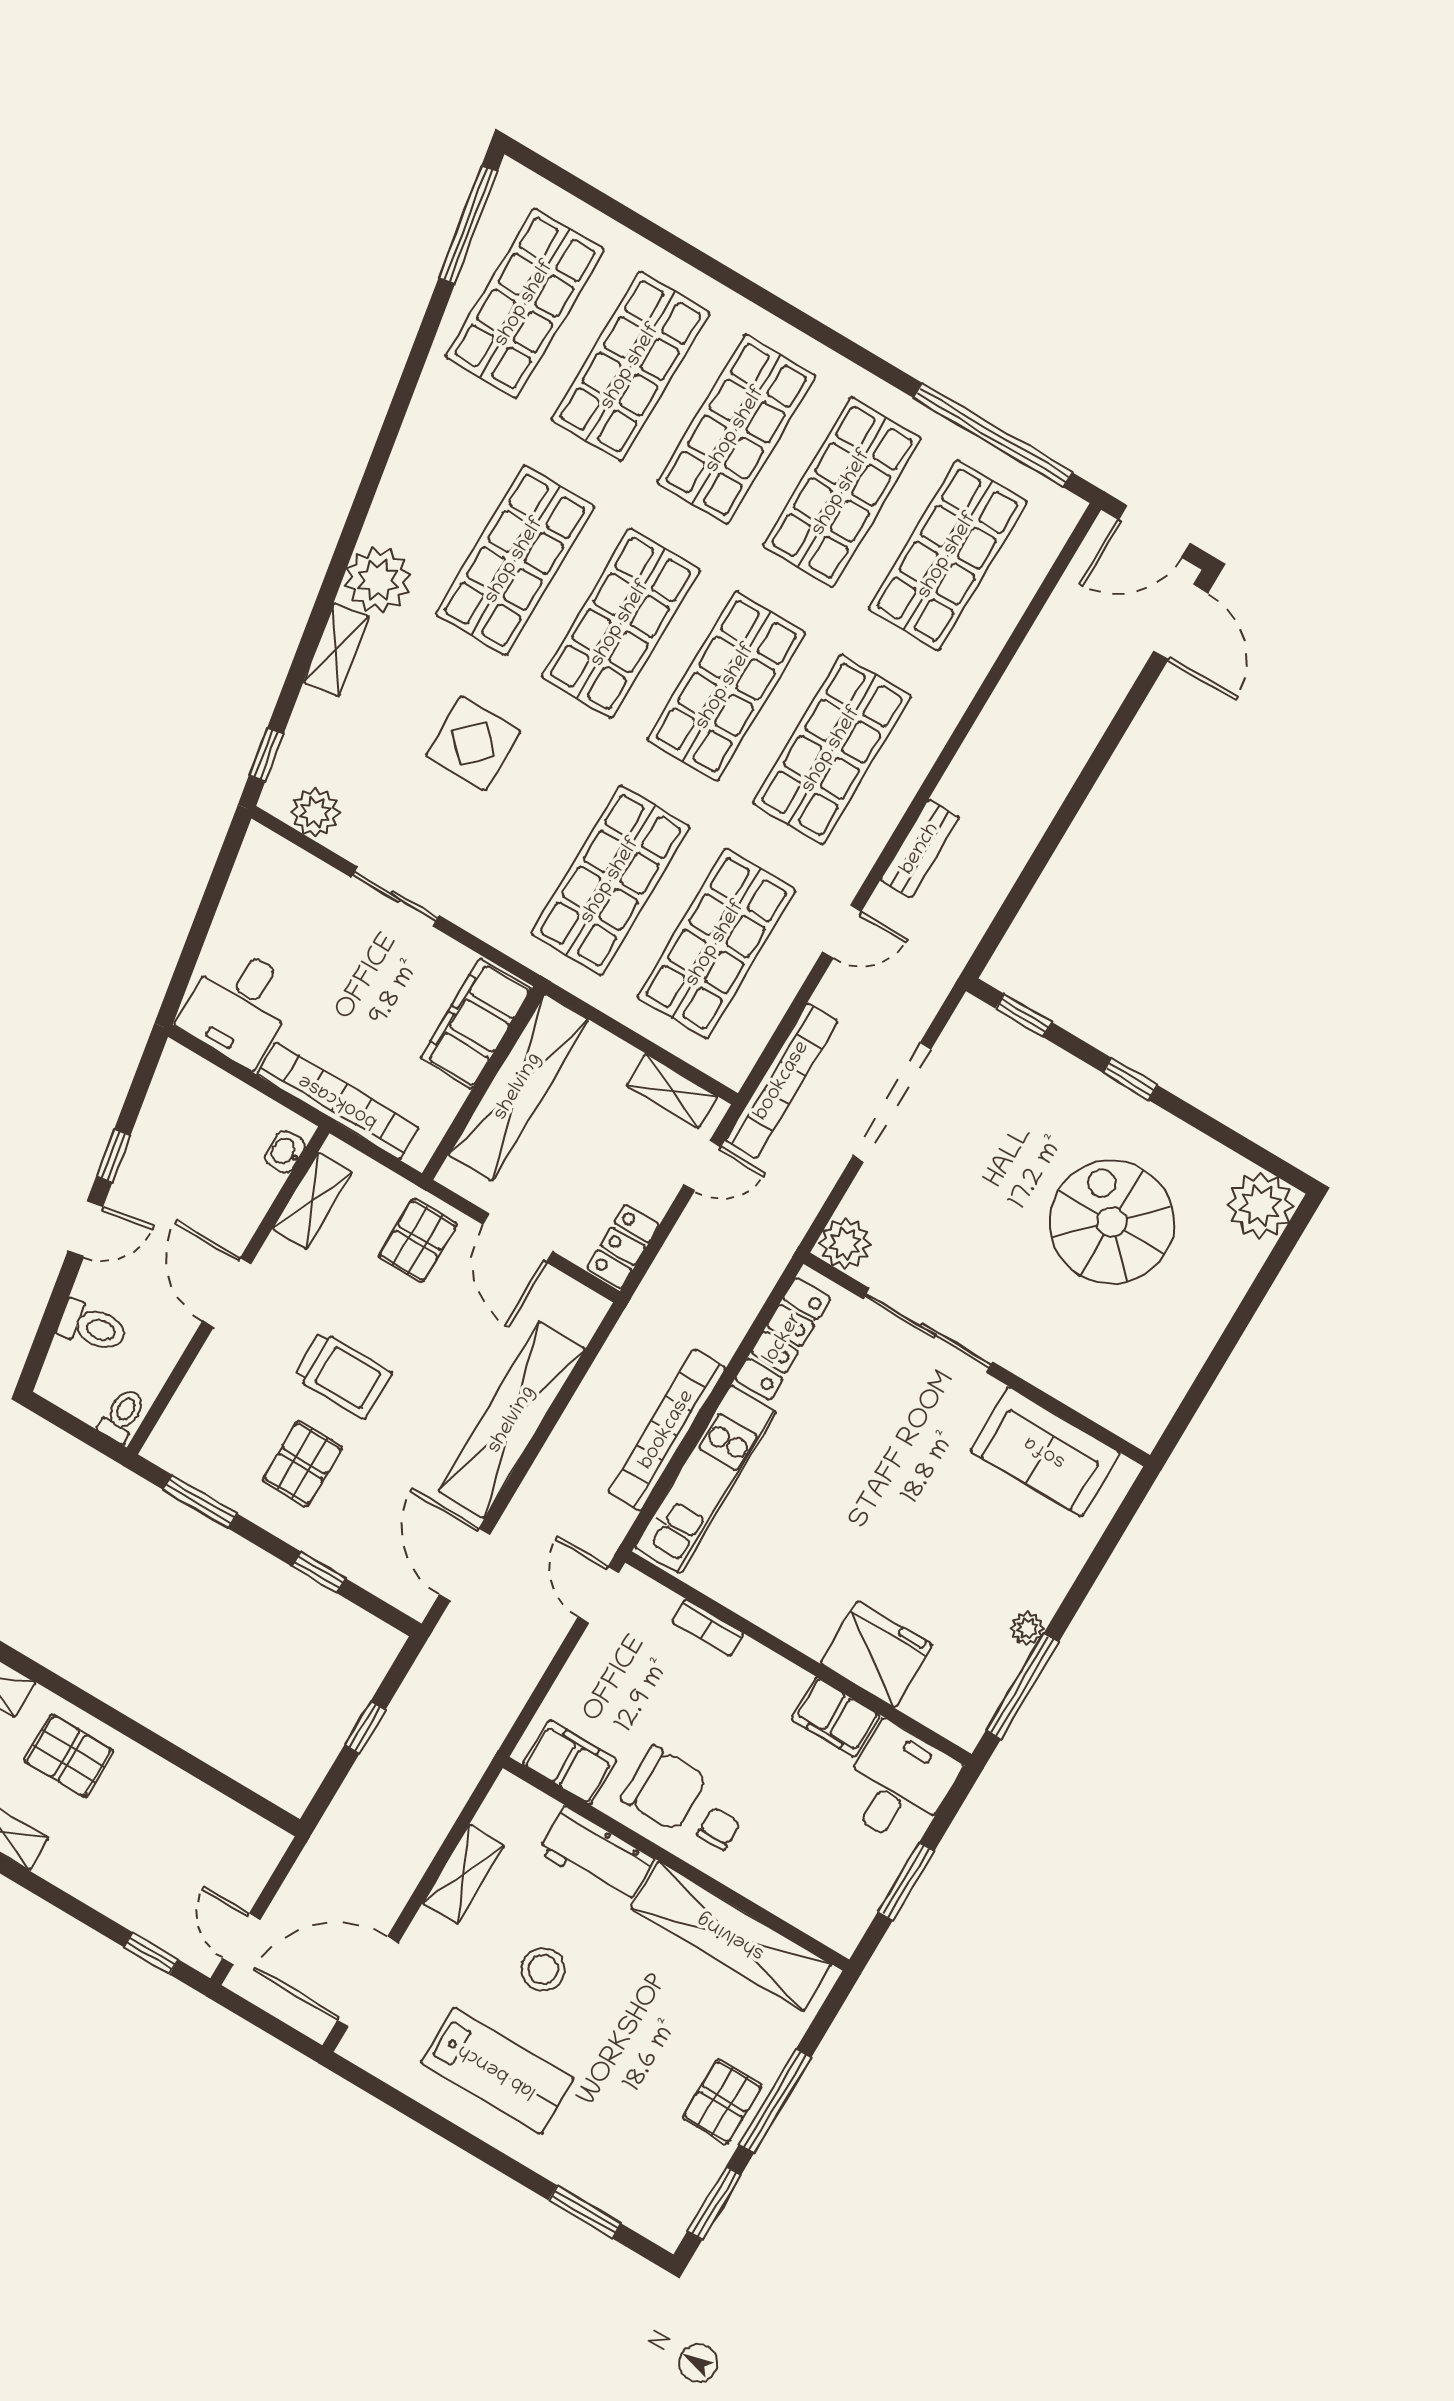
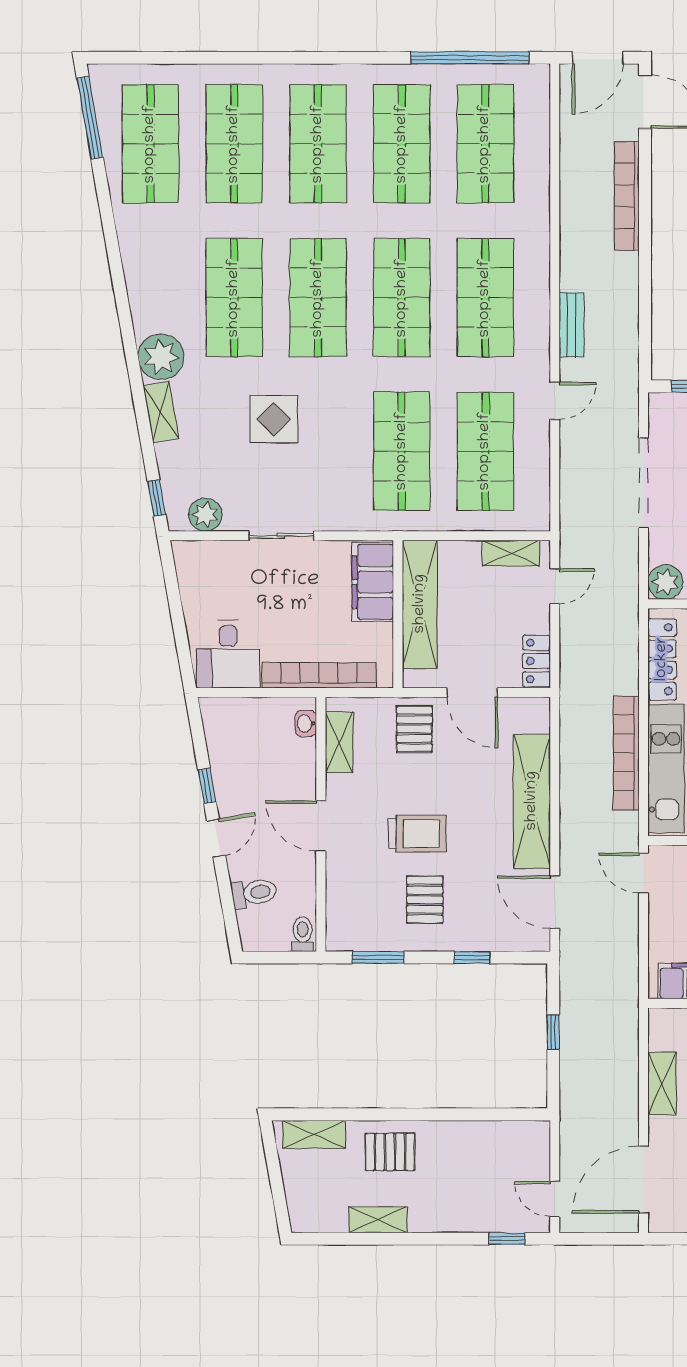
bookcase: (782, 1081) -> (627, 196), moved, turned 180

